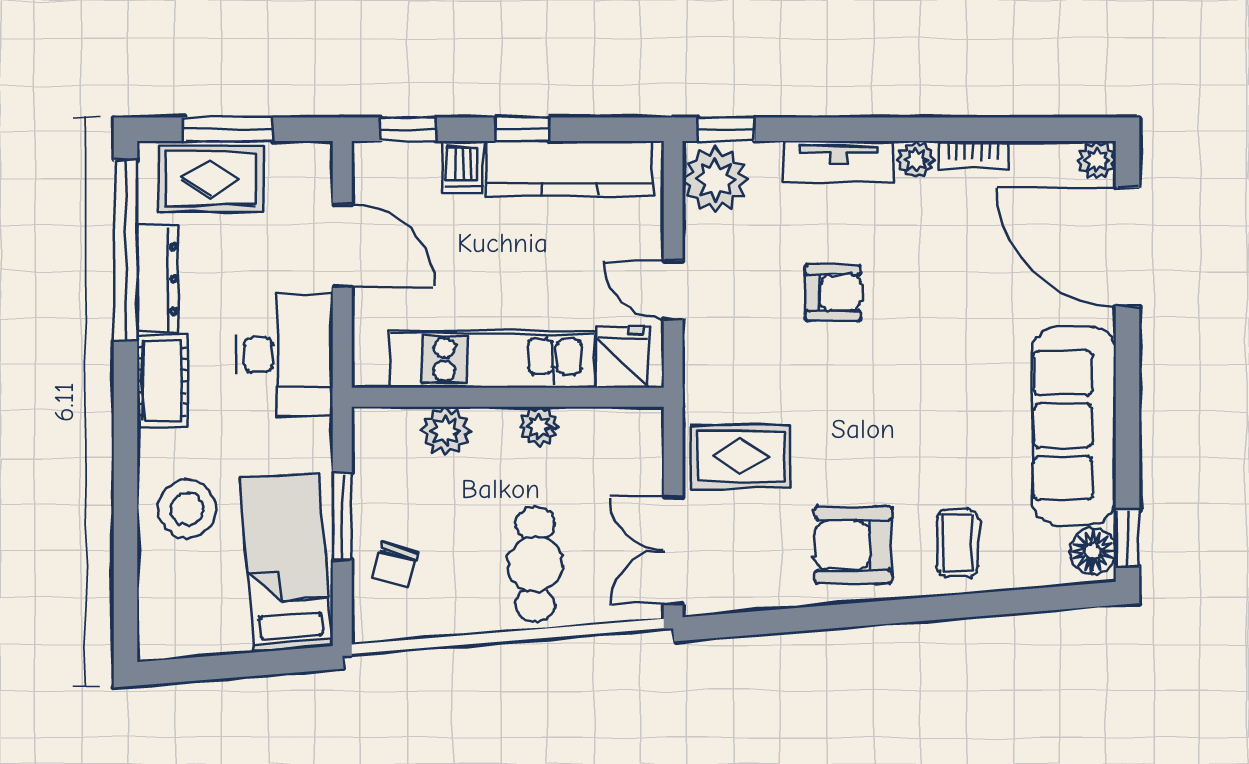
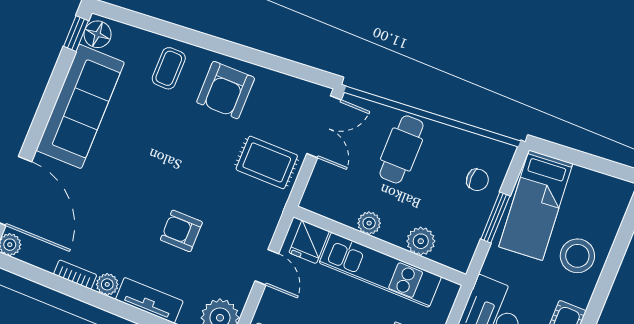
armchair: (853, 545) -> (226, 90), turned 90
chair: (395, 565) -> (477, 180), turned 75

